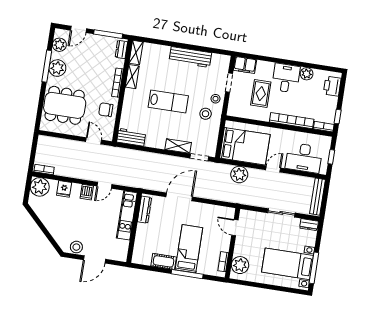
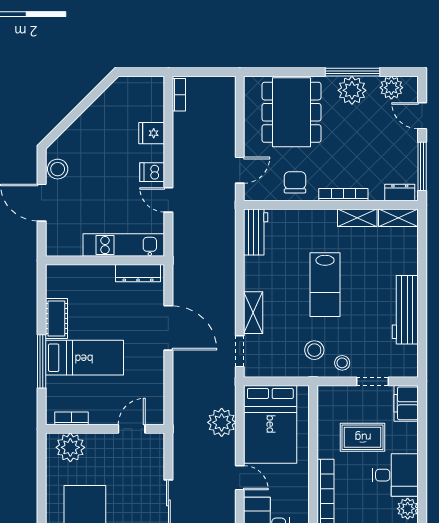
plant: (40, 187) -> (149, 92), removed

